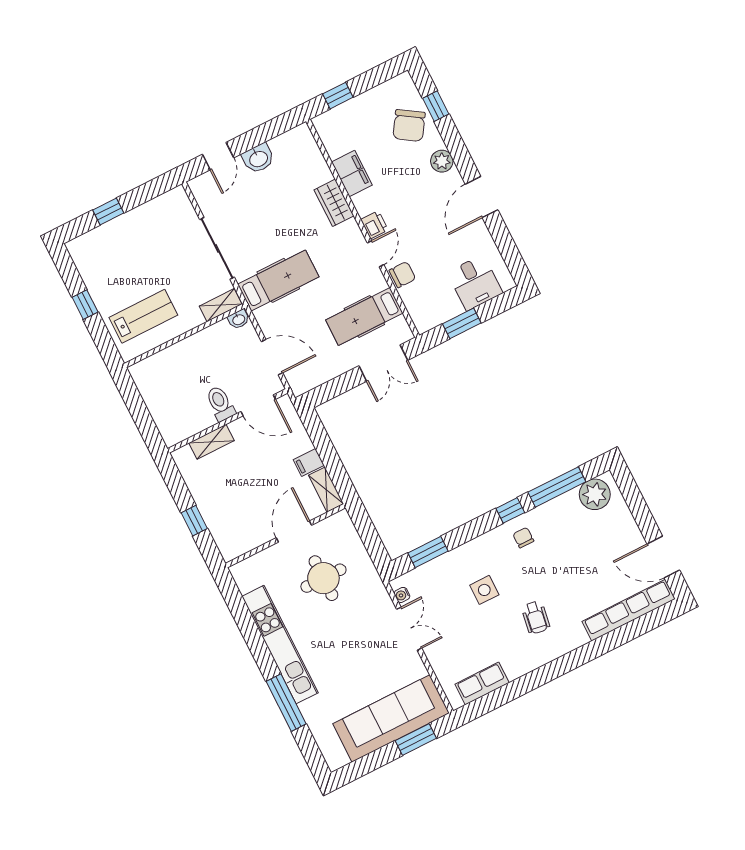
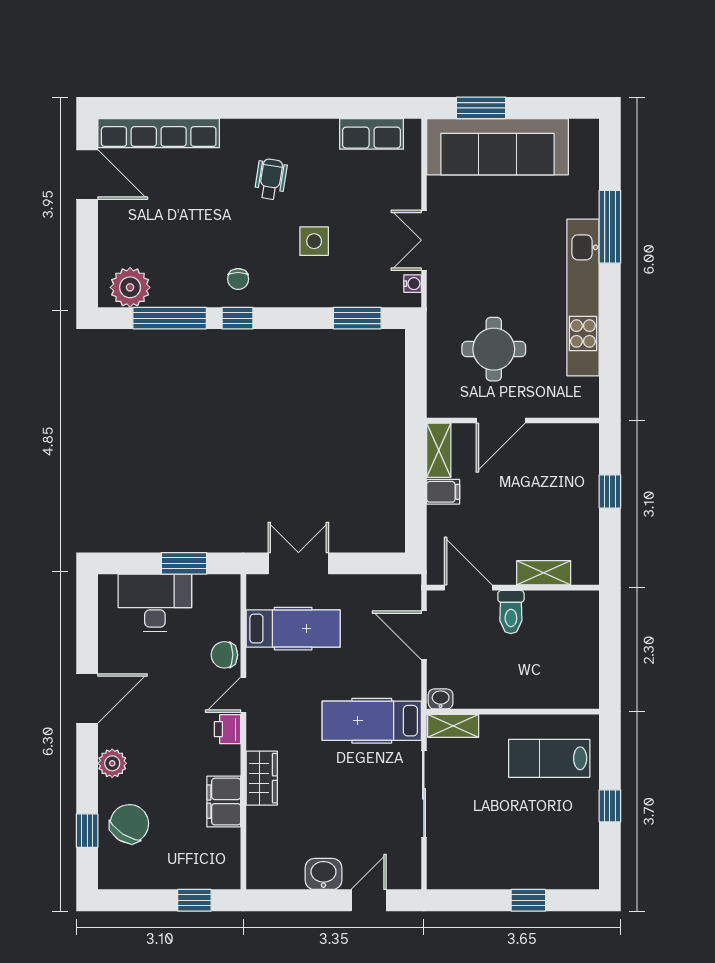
desk: (475, 283) -> (155, 603), width x1.37

